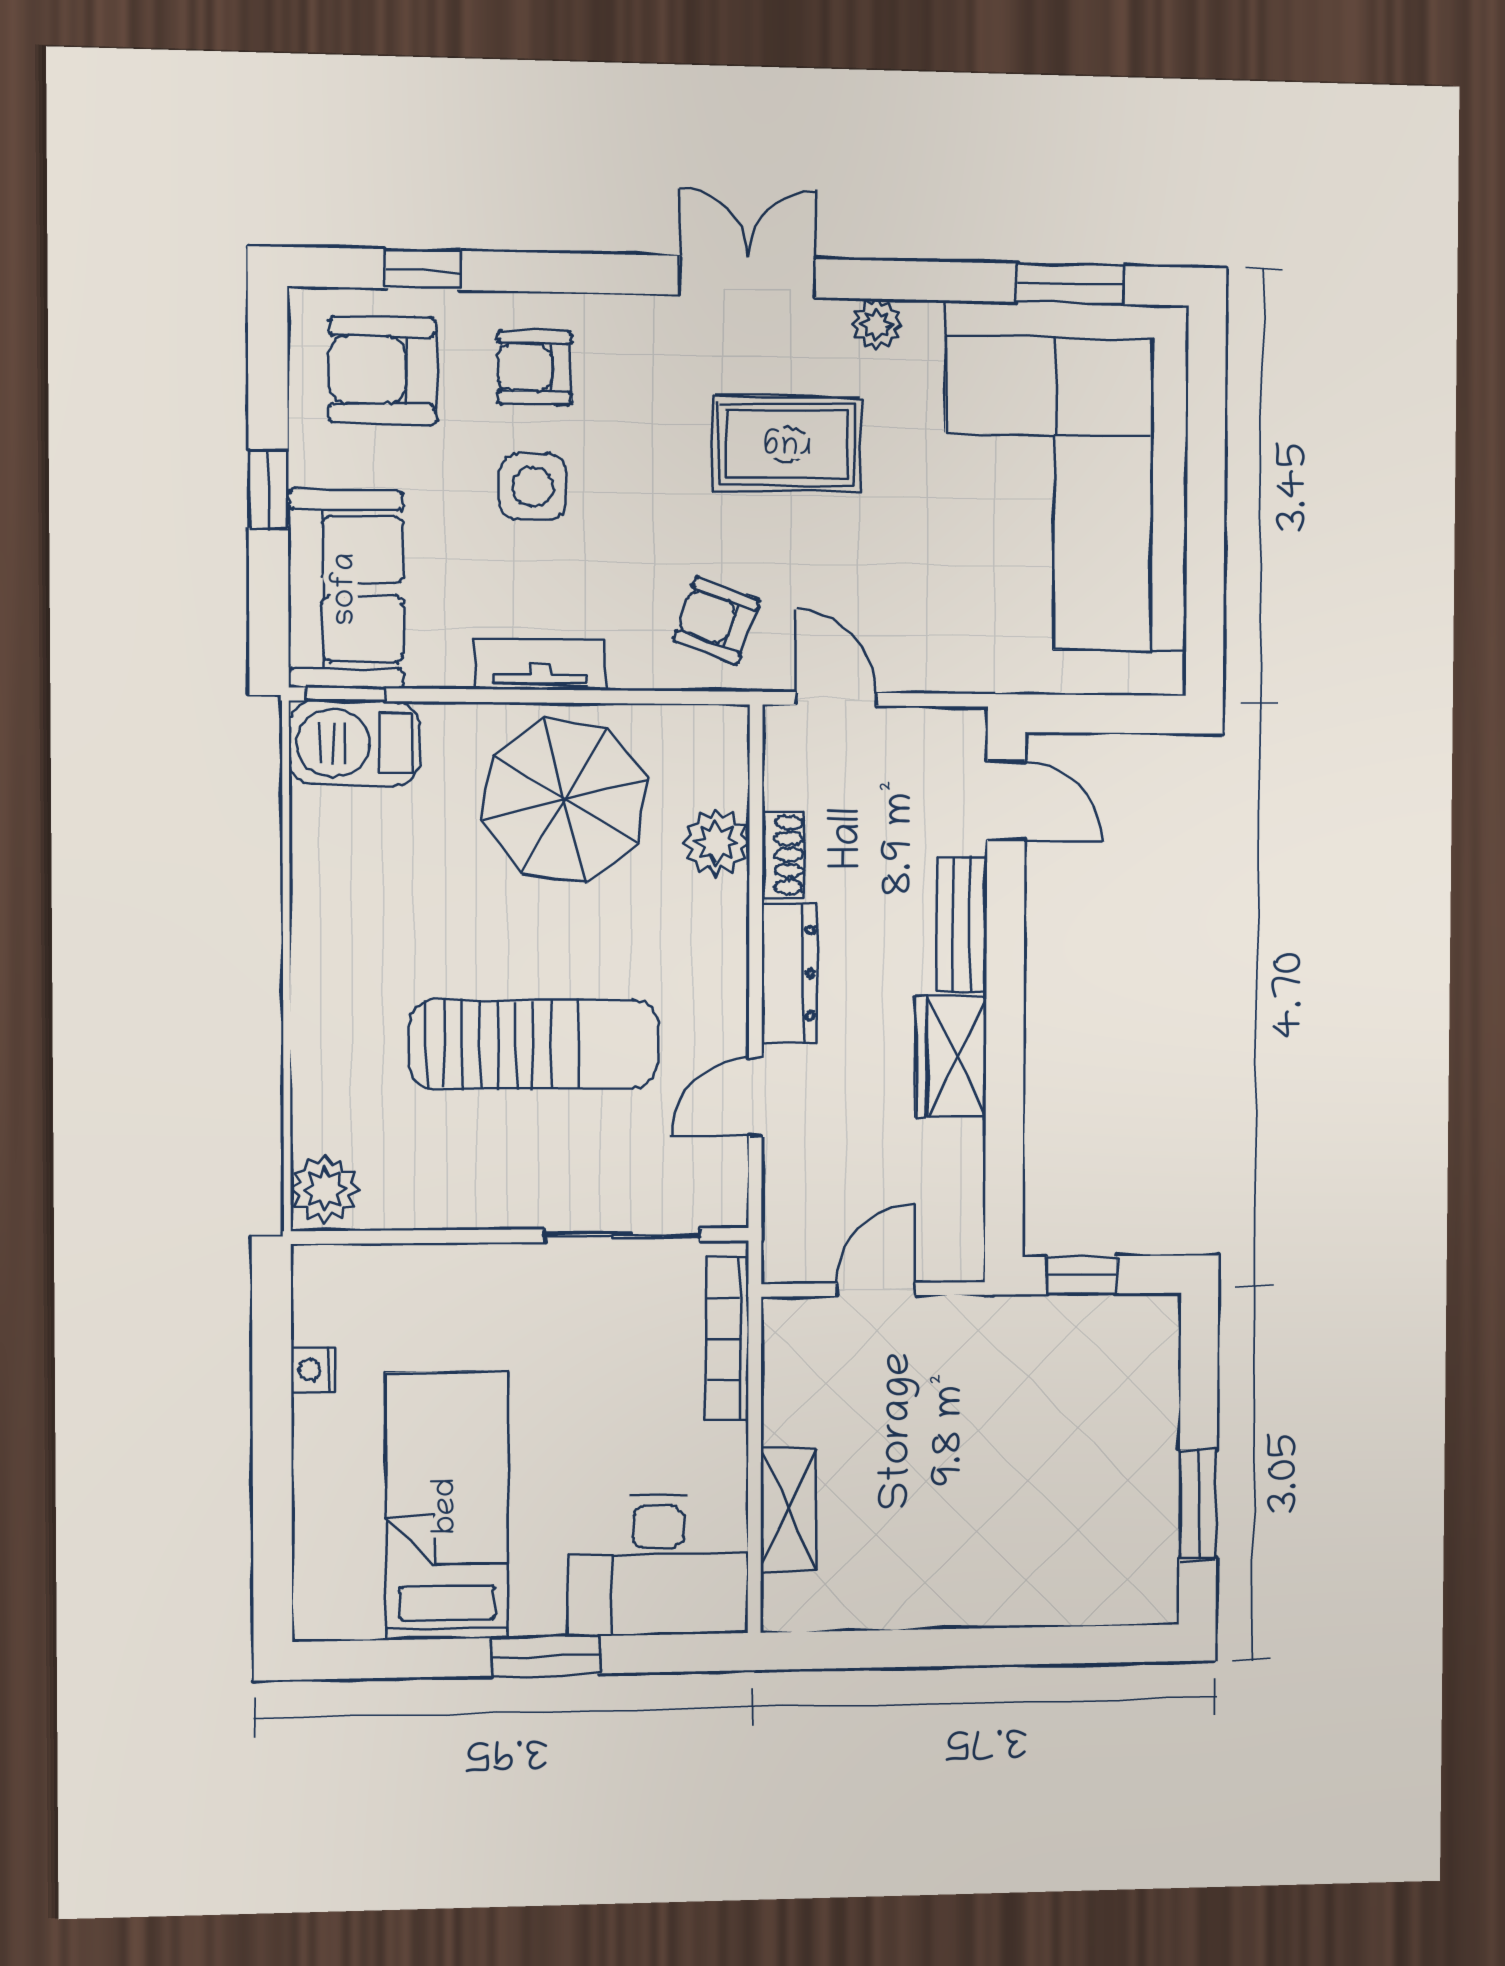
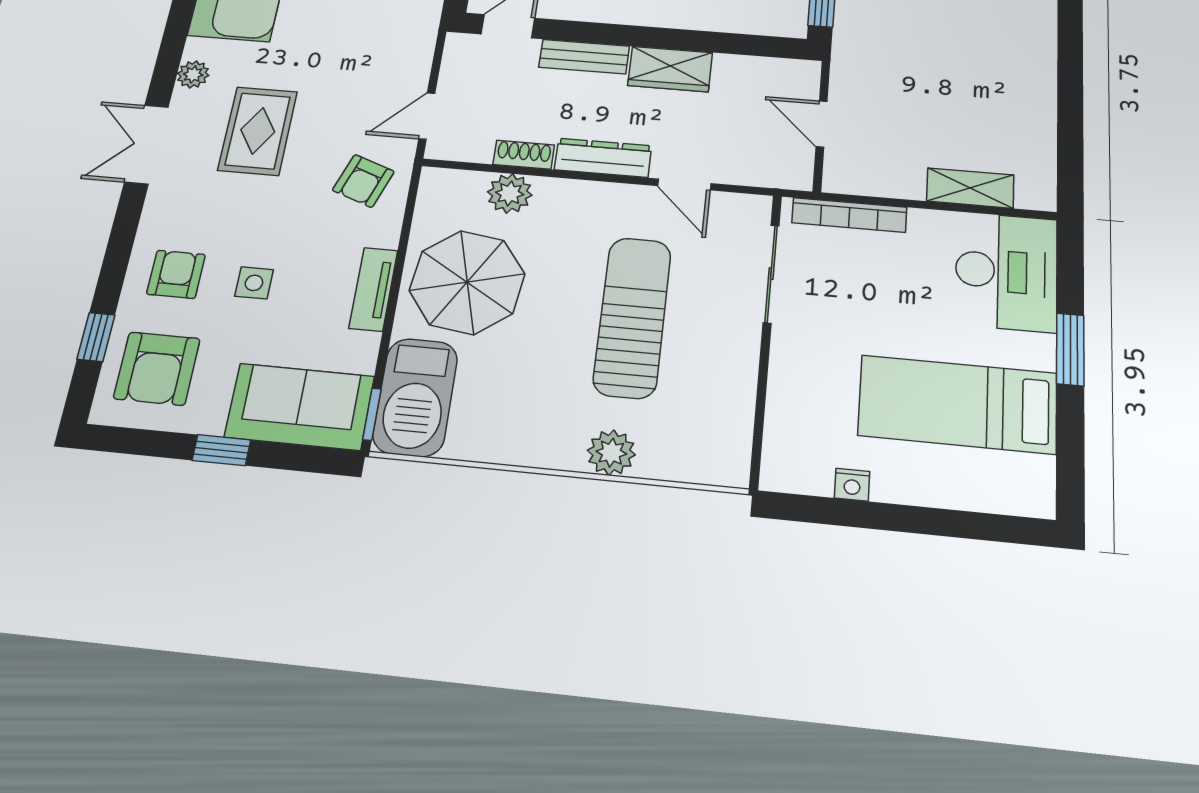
armchair: (535, 367) -> (176, 274), turned 180
side table: (532, 487) -> (254, 283), width x0.73, depth x0.73
barbecue: (354, 743) -> (415, 397), width x1.37, depth x1.21
plant: (325, 1189) -> (611, 453), moved

